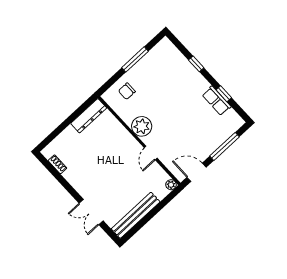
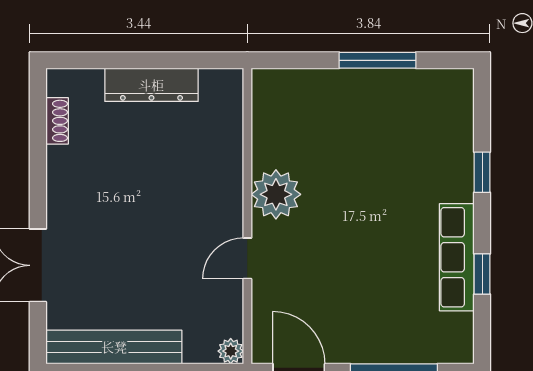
chair: (127, 91) -> (308, 105), removed
row of seats: (217, 101) -> (457, 257), width x1.48
dresser: (89, 116) -> (151, 85), moved

